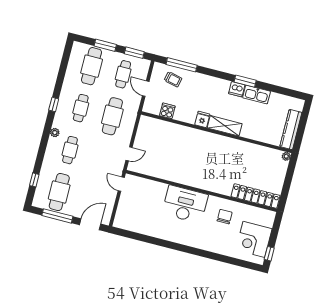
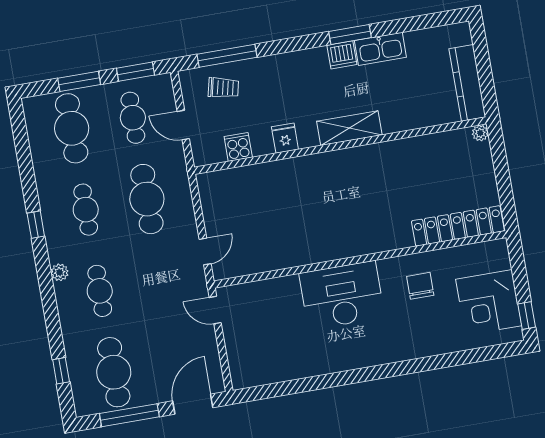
fridge: (202, 119) -> (285, 138), moved

